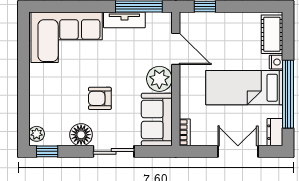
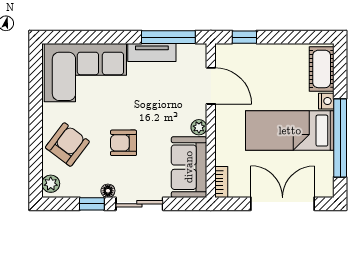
plant: (159, 79) -> (199, 127), width x0.53, depth x0.53
armchair: (51, 100) -> (67, 145), added
dresser: (275, 132) -> (325, 182), removed
floor lamp: (81, 135) -> (108, 191), width x0.53, depth x0.53
window: (47, 151) -> (92, 204), moved
double door: (238, 151) -> (283, 204), width x1.37

